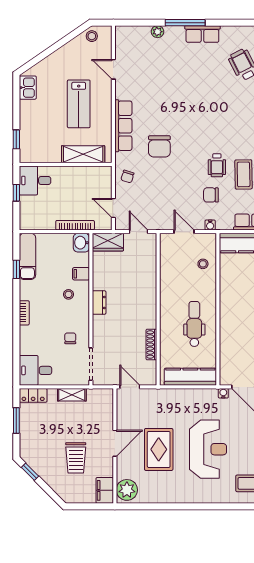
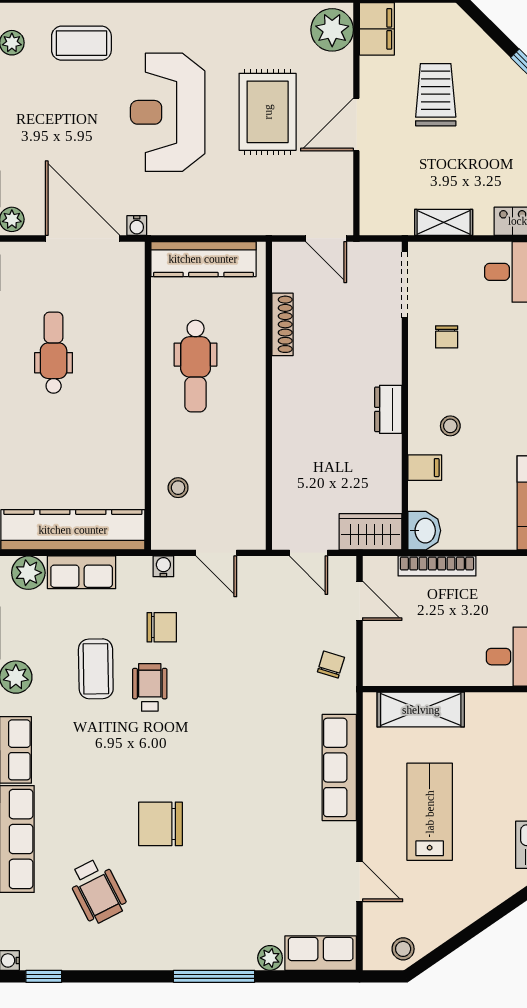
row of seats: (202, 34) -> (321, 953), moved
chair: (159, 146) -> (161, 824), moved, turned -90

